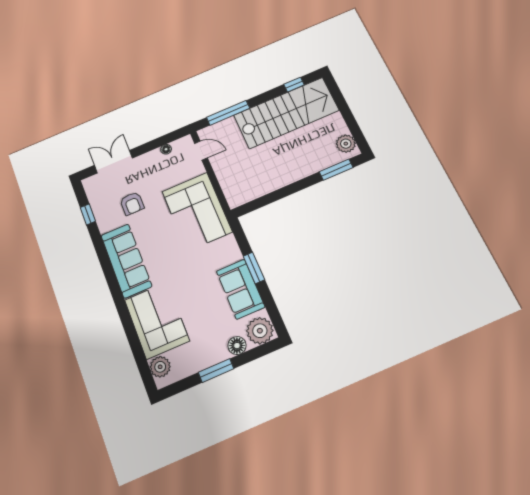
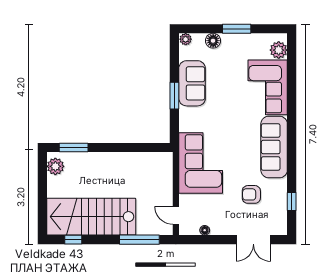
armchair: (132, 203) -> (251, 194), turned -90
plant: (260, 331) -> (186, 39), width x0.53, depth x0.53

